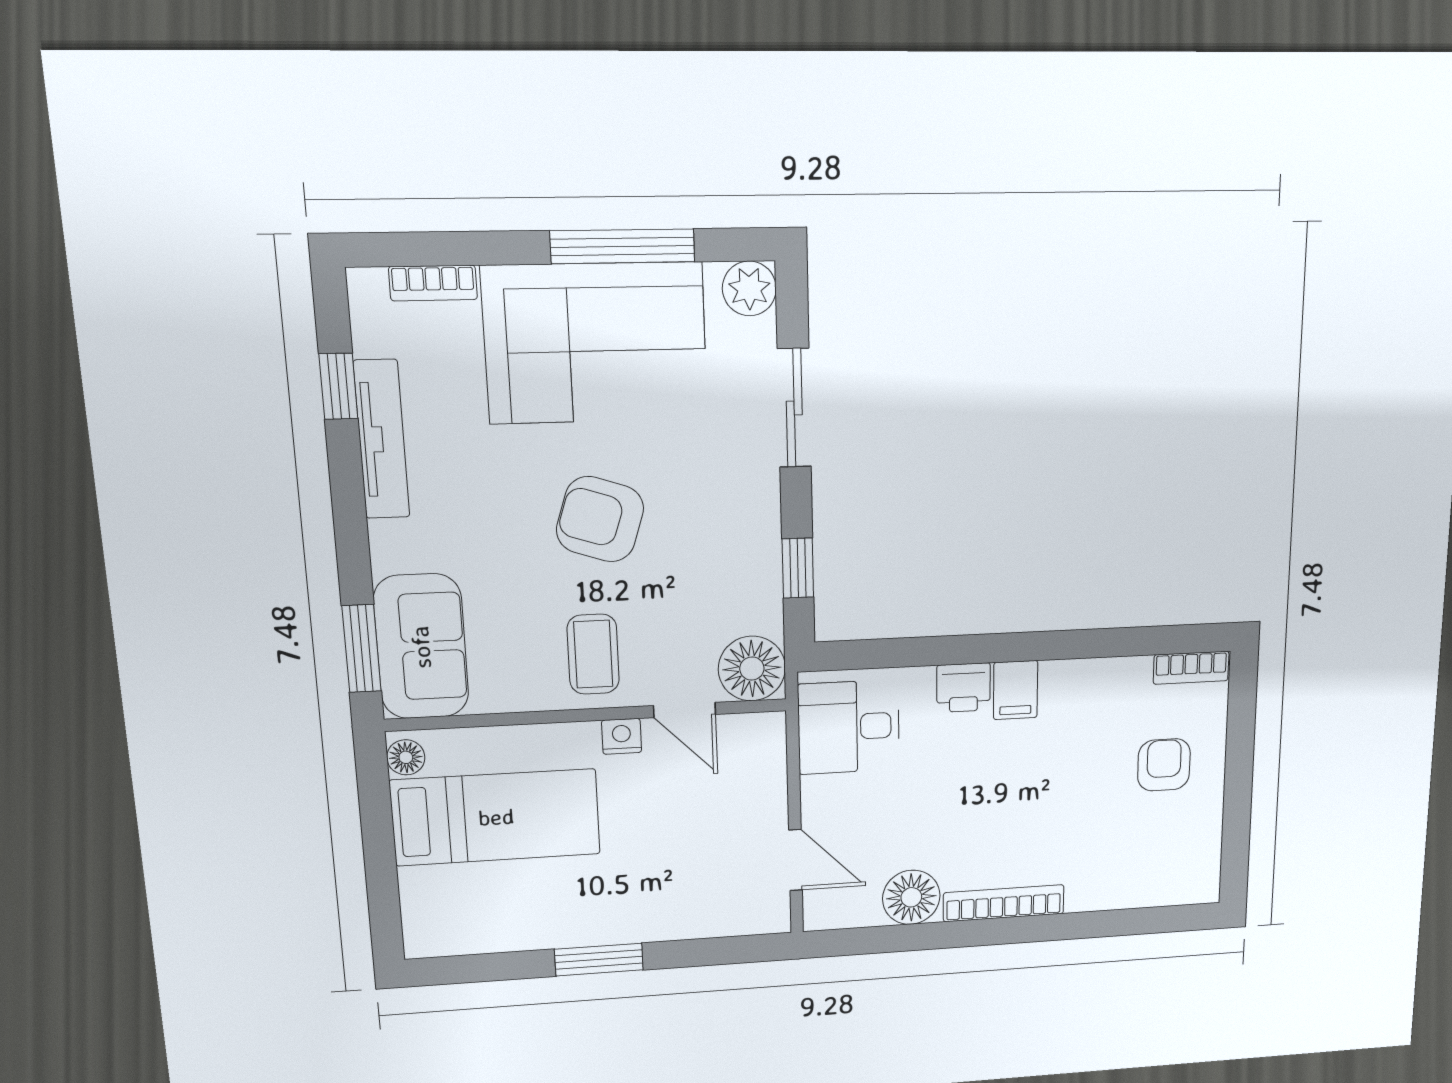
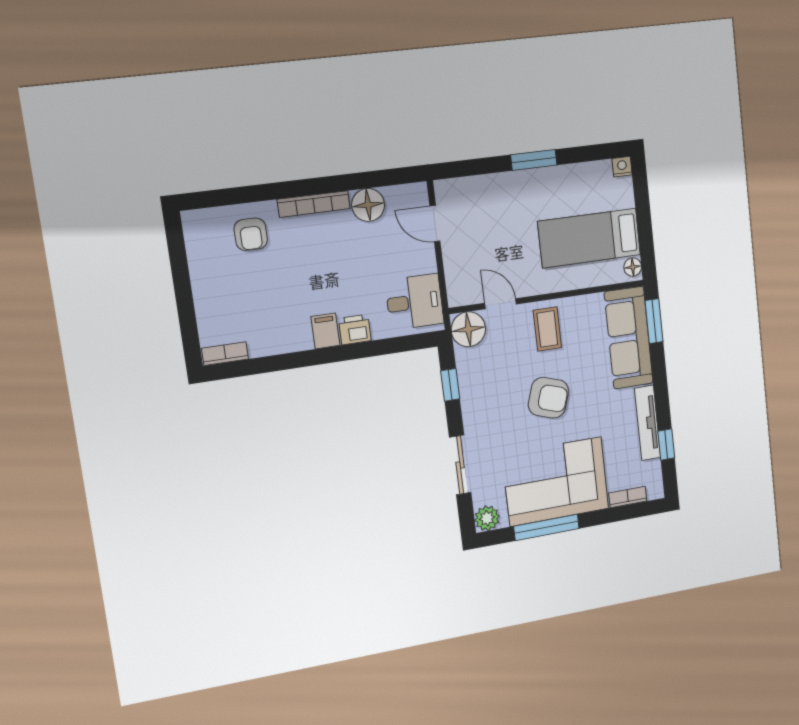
sofa: (421, 647) -> (629, 338), width x1.36
nightstand: (622, 736) -> (622, 167), moved, turned 180
armchair: (1164, 765) -> (251, 234), moved

